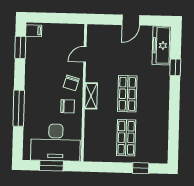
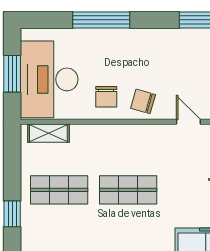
shelving: (91, 96) -> (48, 133), moved

